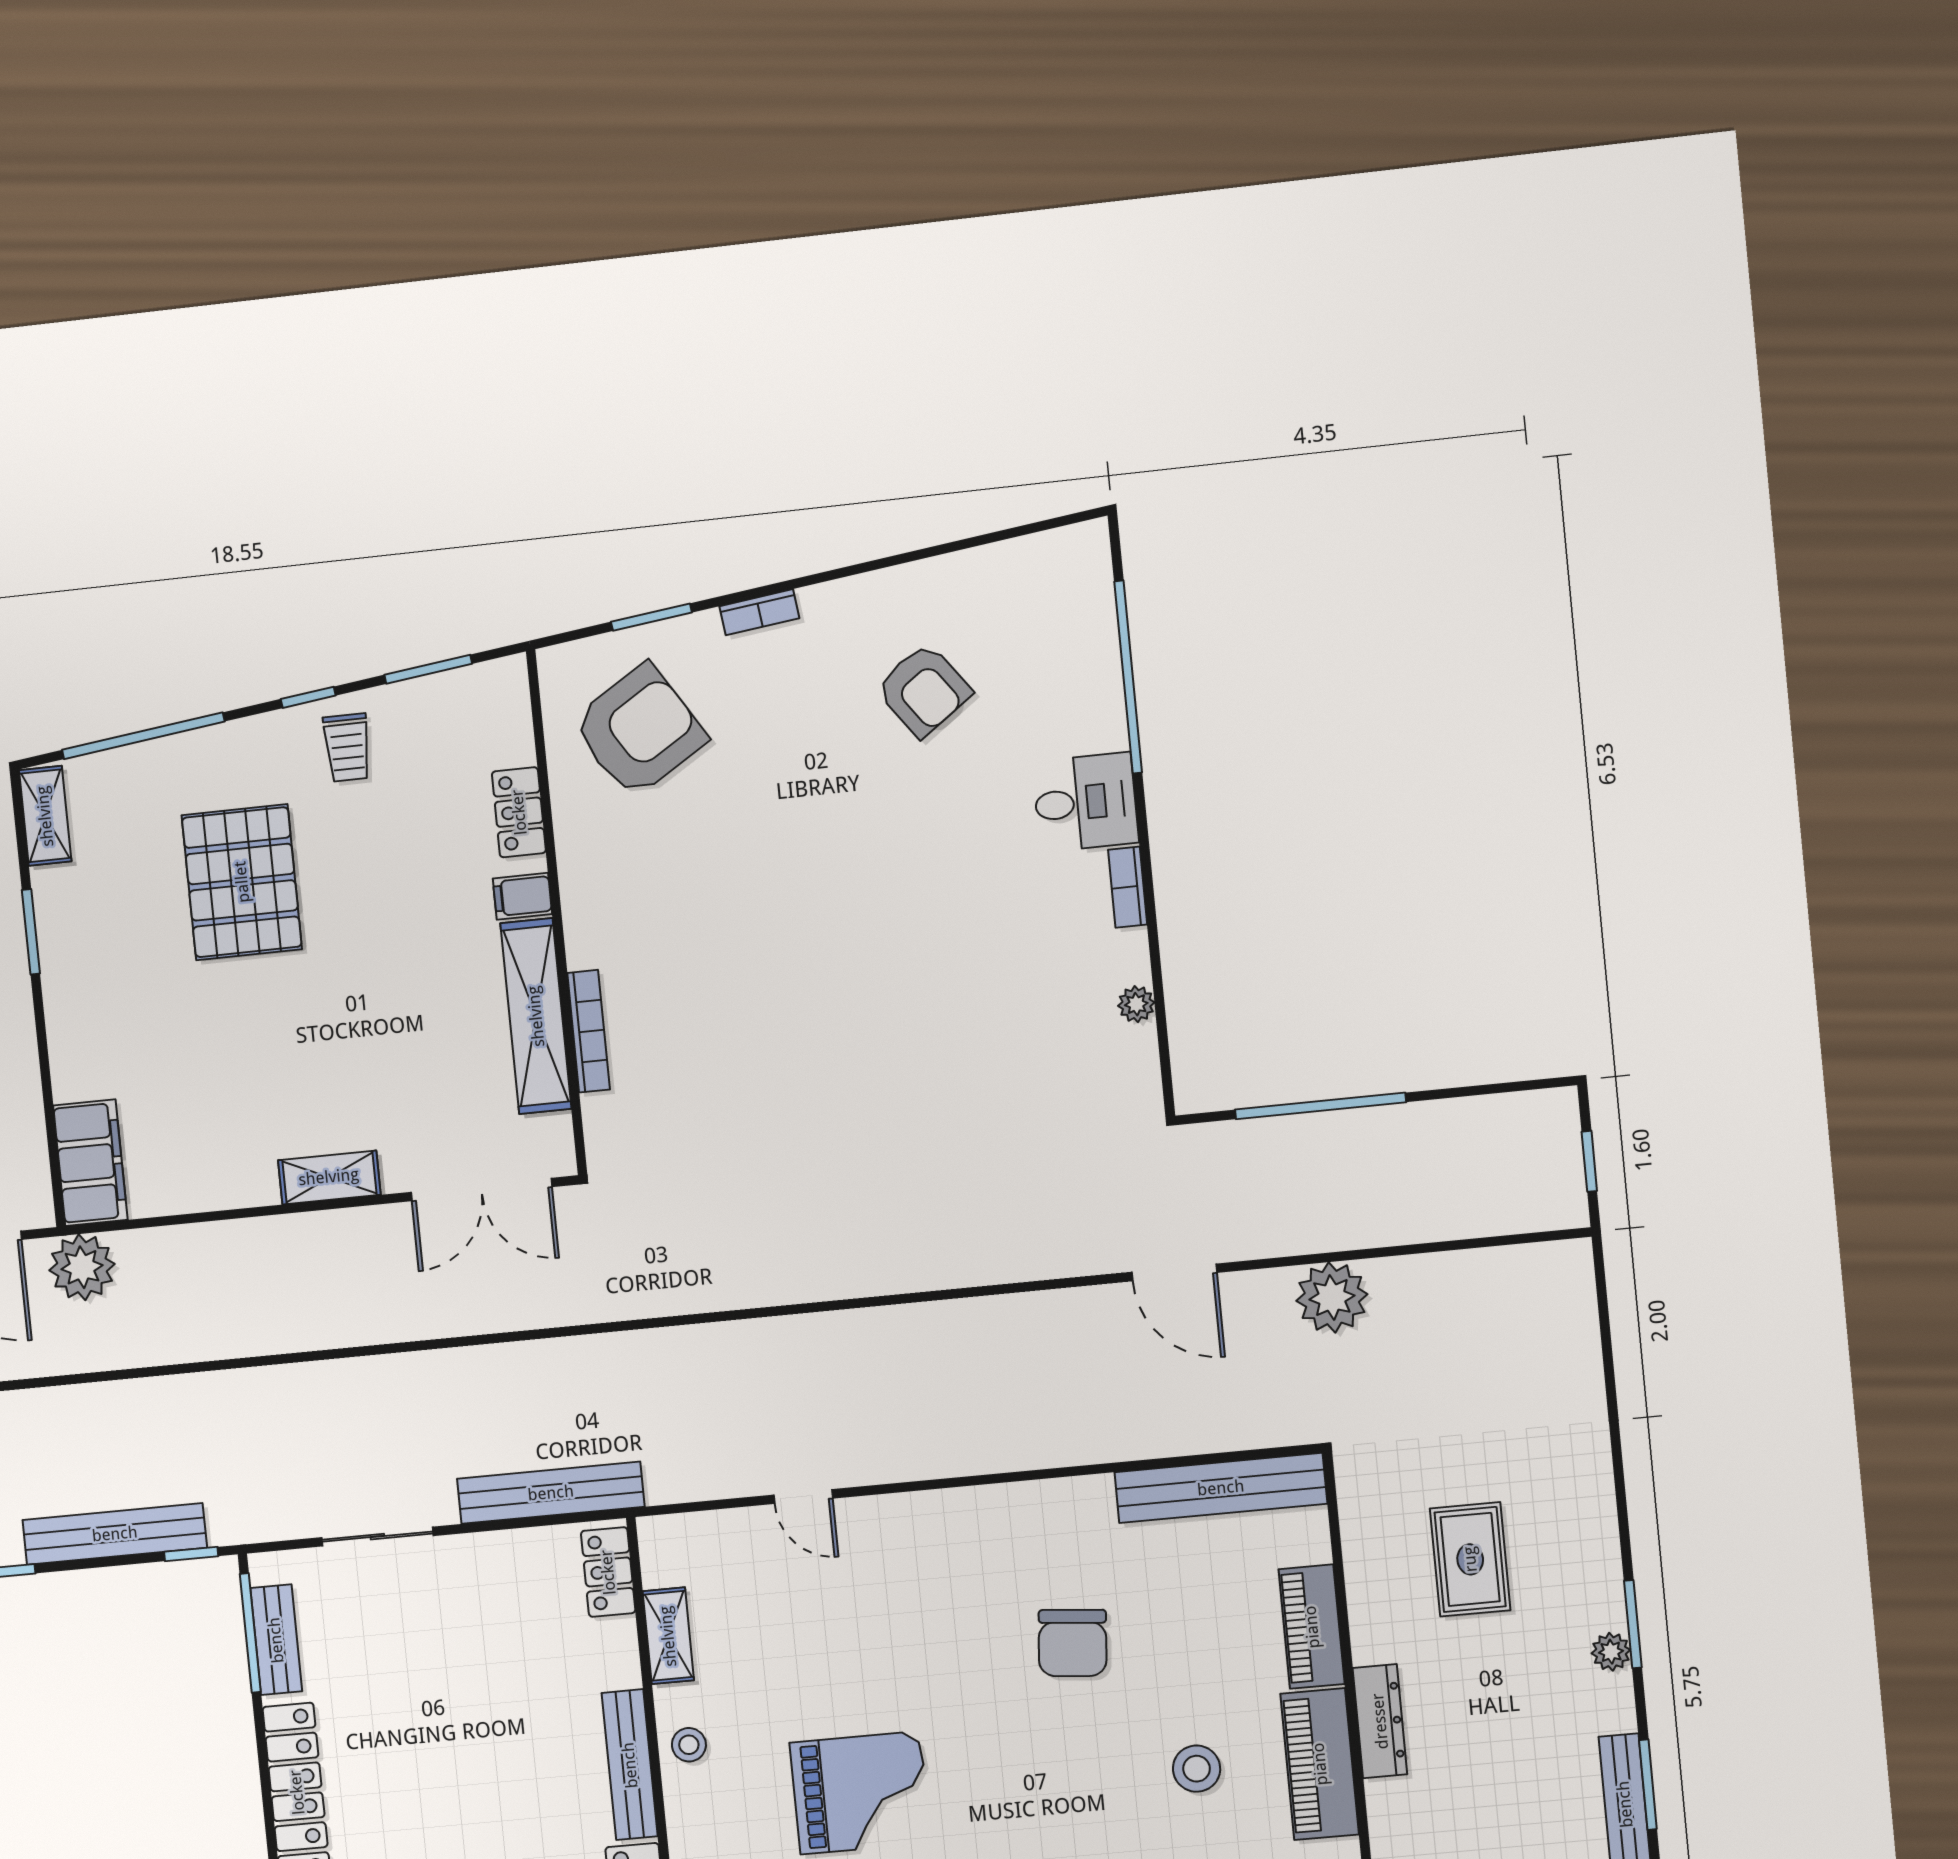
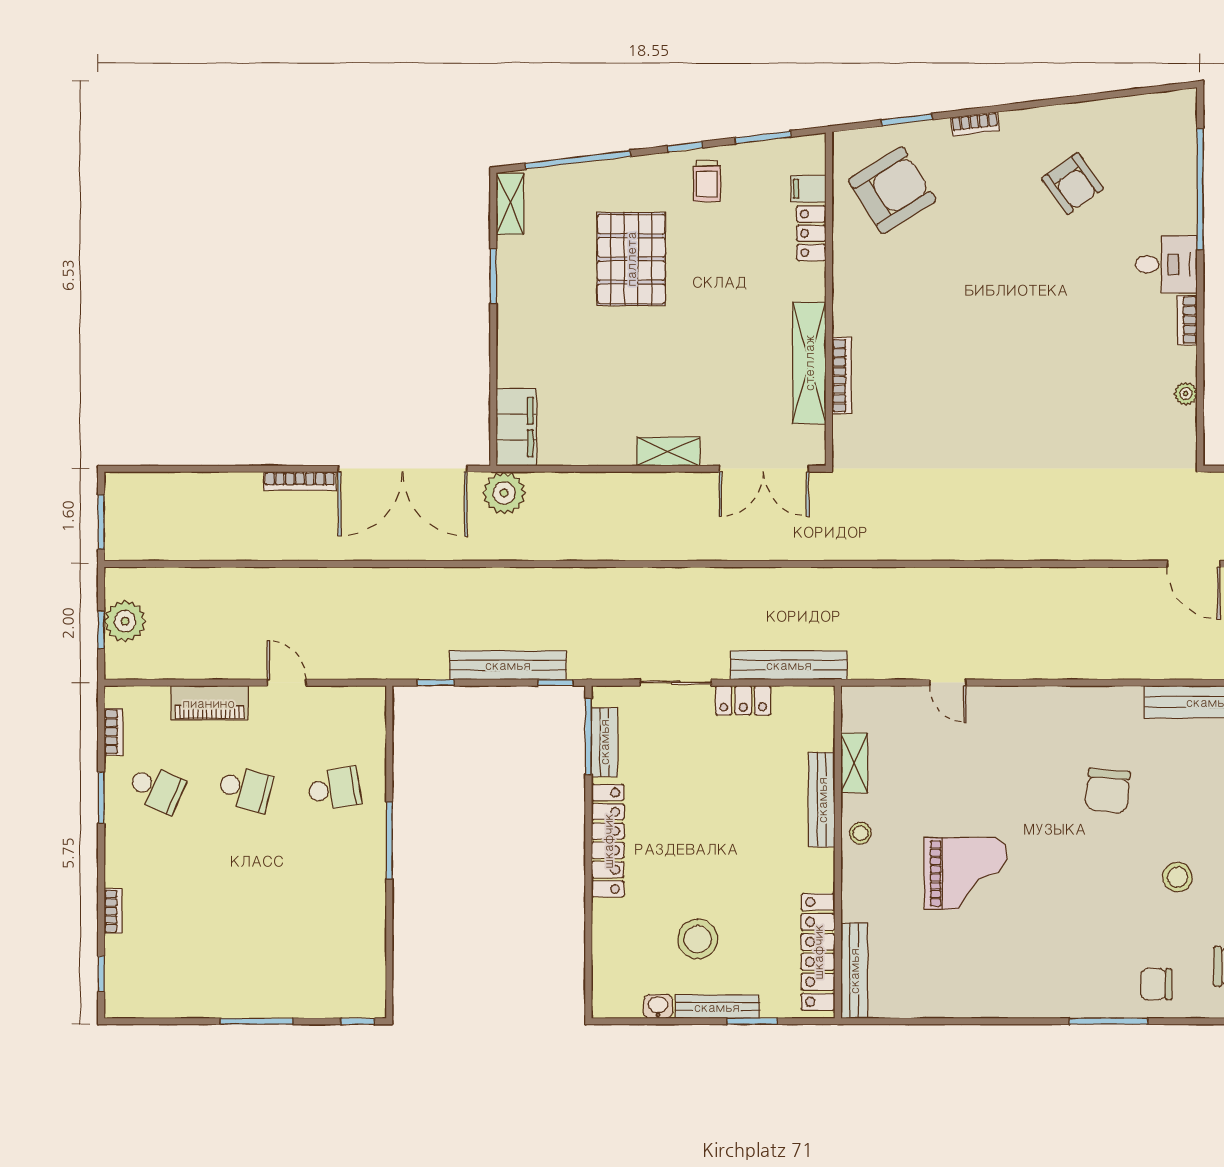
filing cabinet: (522, 896) -> (808, 189), moved
locker: (608, 1572) -> (743, 700), moved, turned -90
bench: (630, 1765) -> (822, 800), moved

